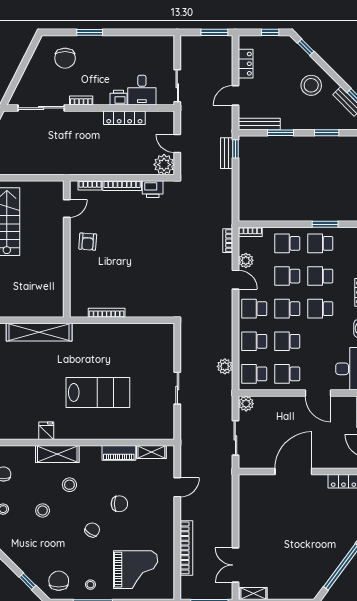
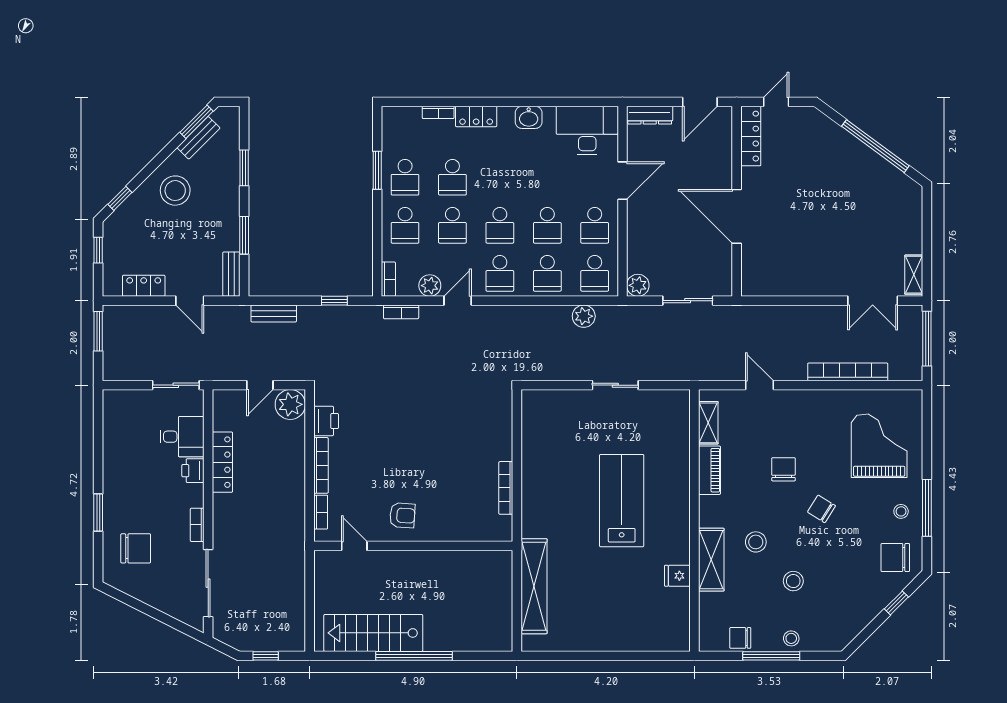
bench: (259, 124) -> (231, 274), width x0.73
window: (235, 149) -> (334, 301), moved
school desk: (320, 309) -> (500, 177), removed

